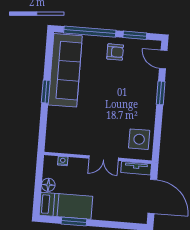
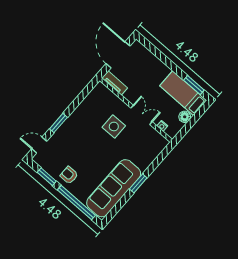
door: (163, 59) -> (39, 145), swing flipped
side table: (139, 139) -> (114, 126), moved
double door: (104, 158) -> (141, 115), moved
window: (74, 221) -> (194, 85), moved

